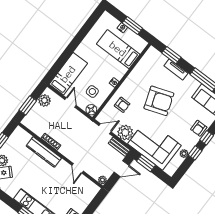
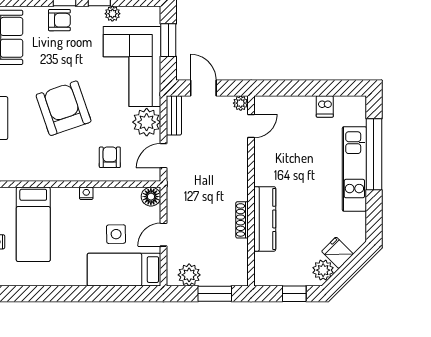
side table: (92, 92) -> (116, 234), moved
door: (105, 129) -> (163, 156), hinge flipped
window: (146, 163) -> (168, 40), moved
door: (78, 168) -> (251, 126), moved

